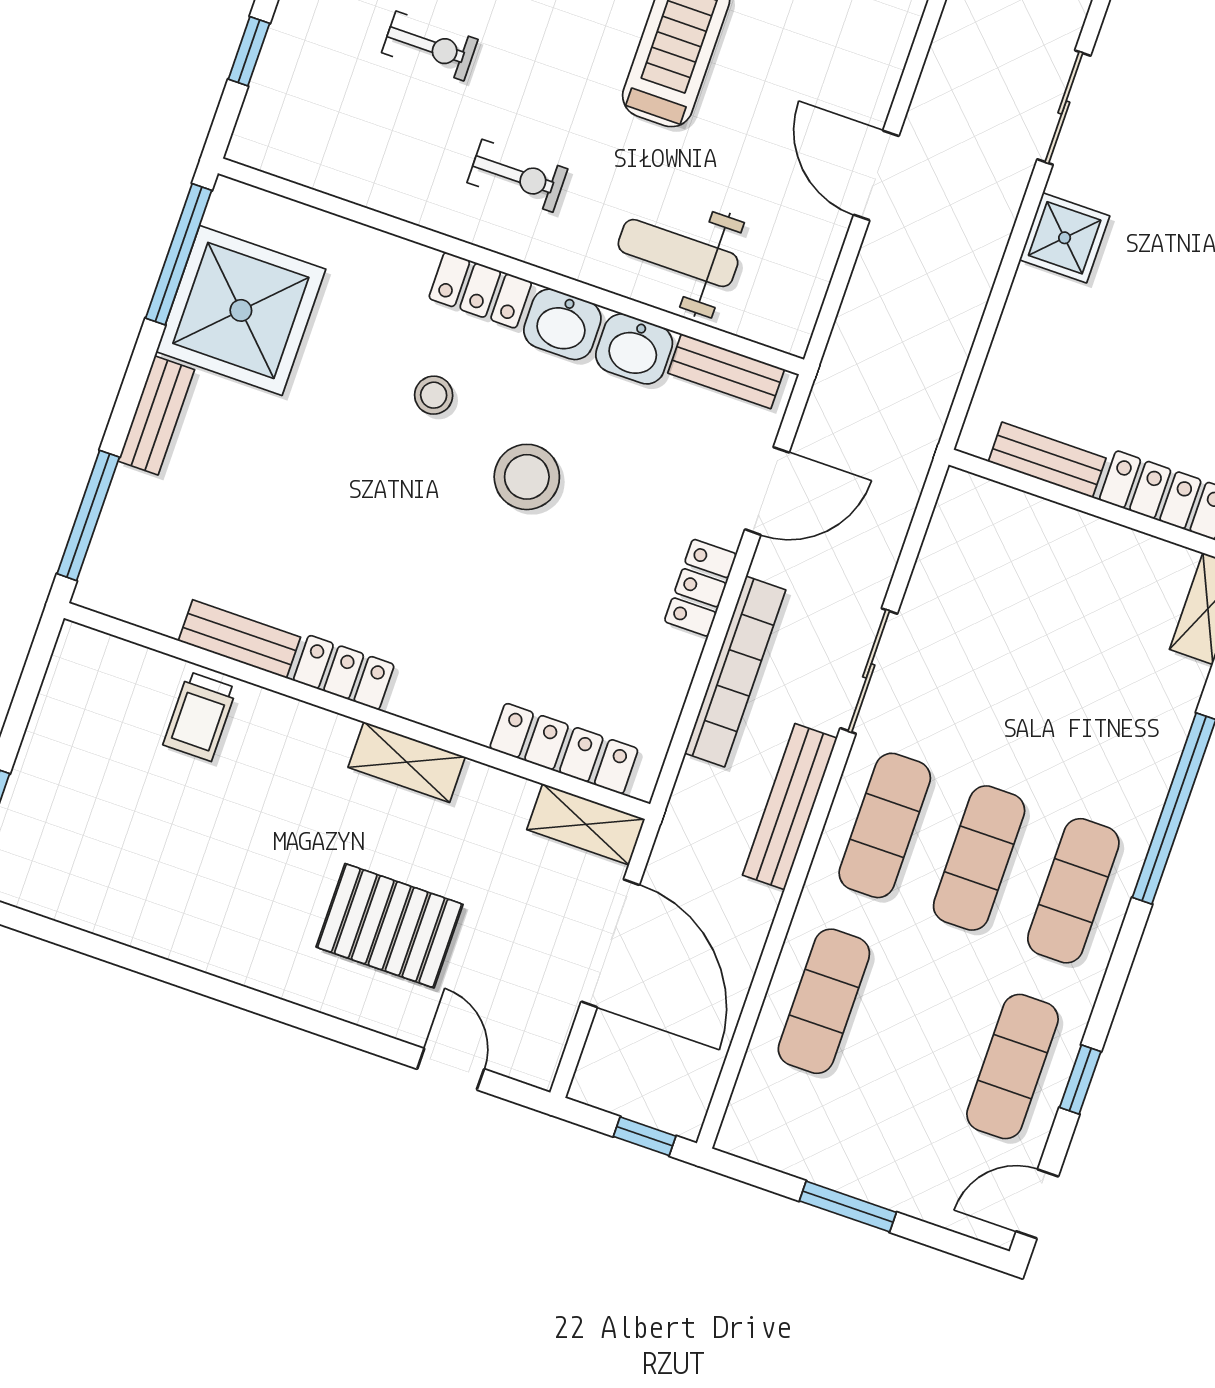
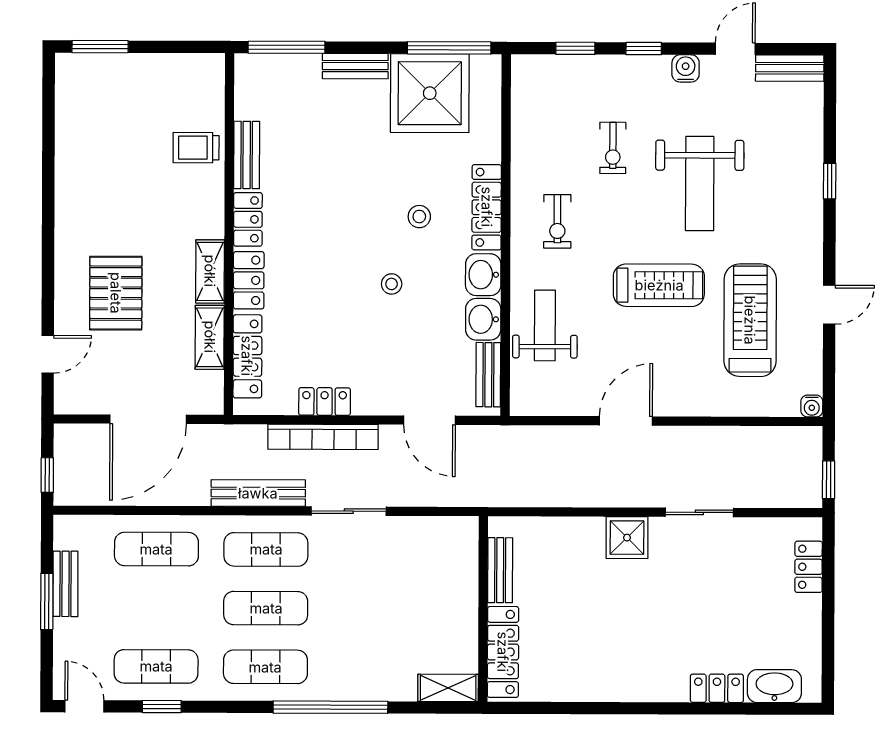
locker: (480, 290) -> (487, 207), width x1.53
stool: (527, 477) -> (392, 284), width x0.53, depth x0.53
locker: (700, 588) -> (325, 401), moved
locker: (442, 705) -> (249, 280), added
shelving: (586, 824) -> (210, 337), moved
bench: (830, 1167) -> (65, 584), added

